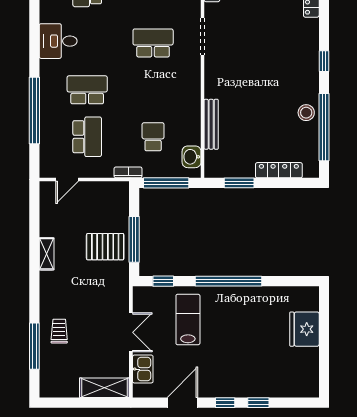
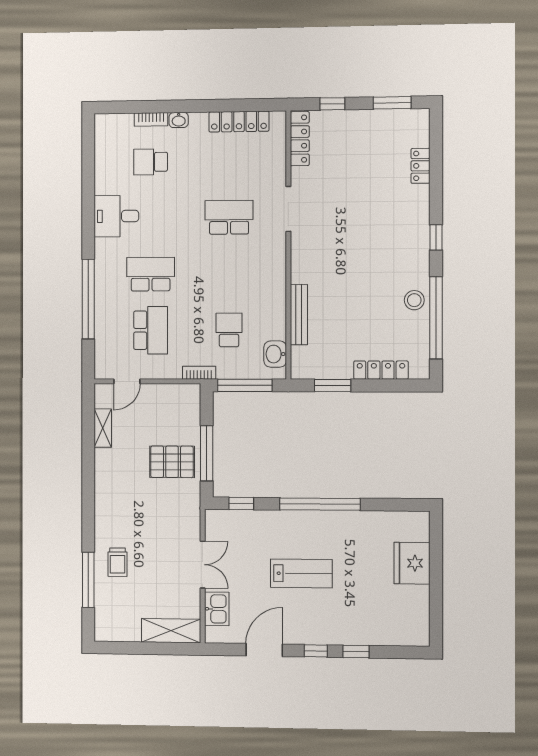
shelving: (47, 254) -> (103, 428), moved
lab bench: (188, 319) -> (301, 573), moved, turned 90
trolley: (59, 331) -> (118, 562), turned 180

